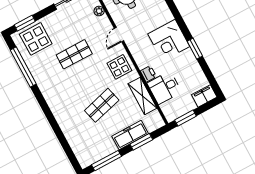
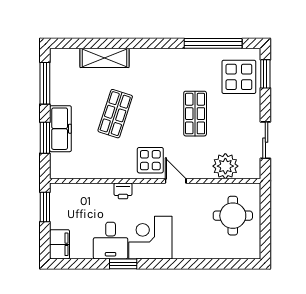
plant: (99, 11) -> (225, 166), width x1.88, depth x1.88
door: (119, 35) -> (176, 181), moved
desk: (164, 88) -> (111, 241), moved, turned 180
shelving: (142, 96) -> (104, 58), moved
shop shelf: (102, 105) -> (115, 114), turned 33

